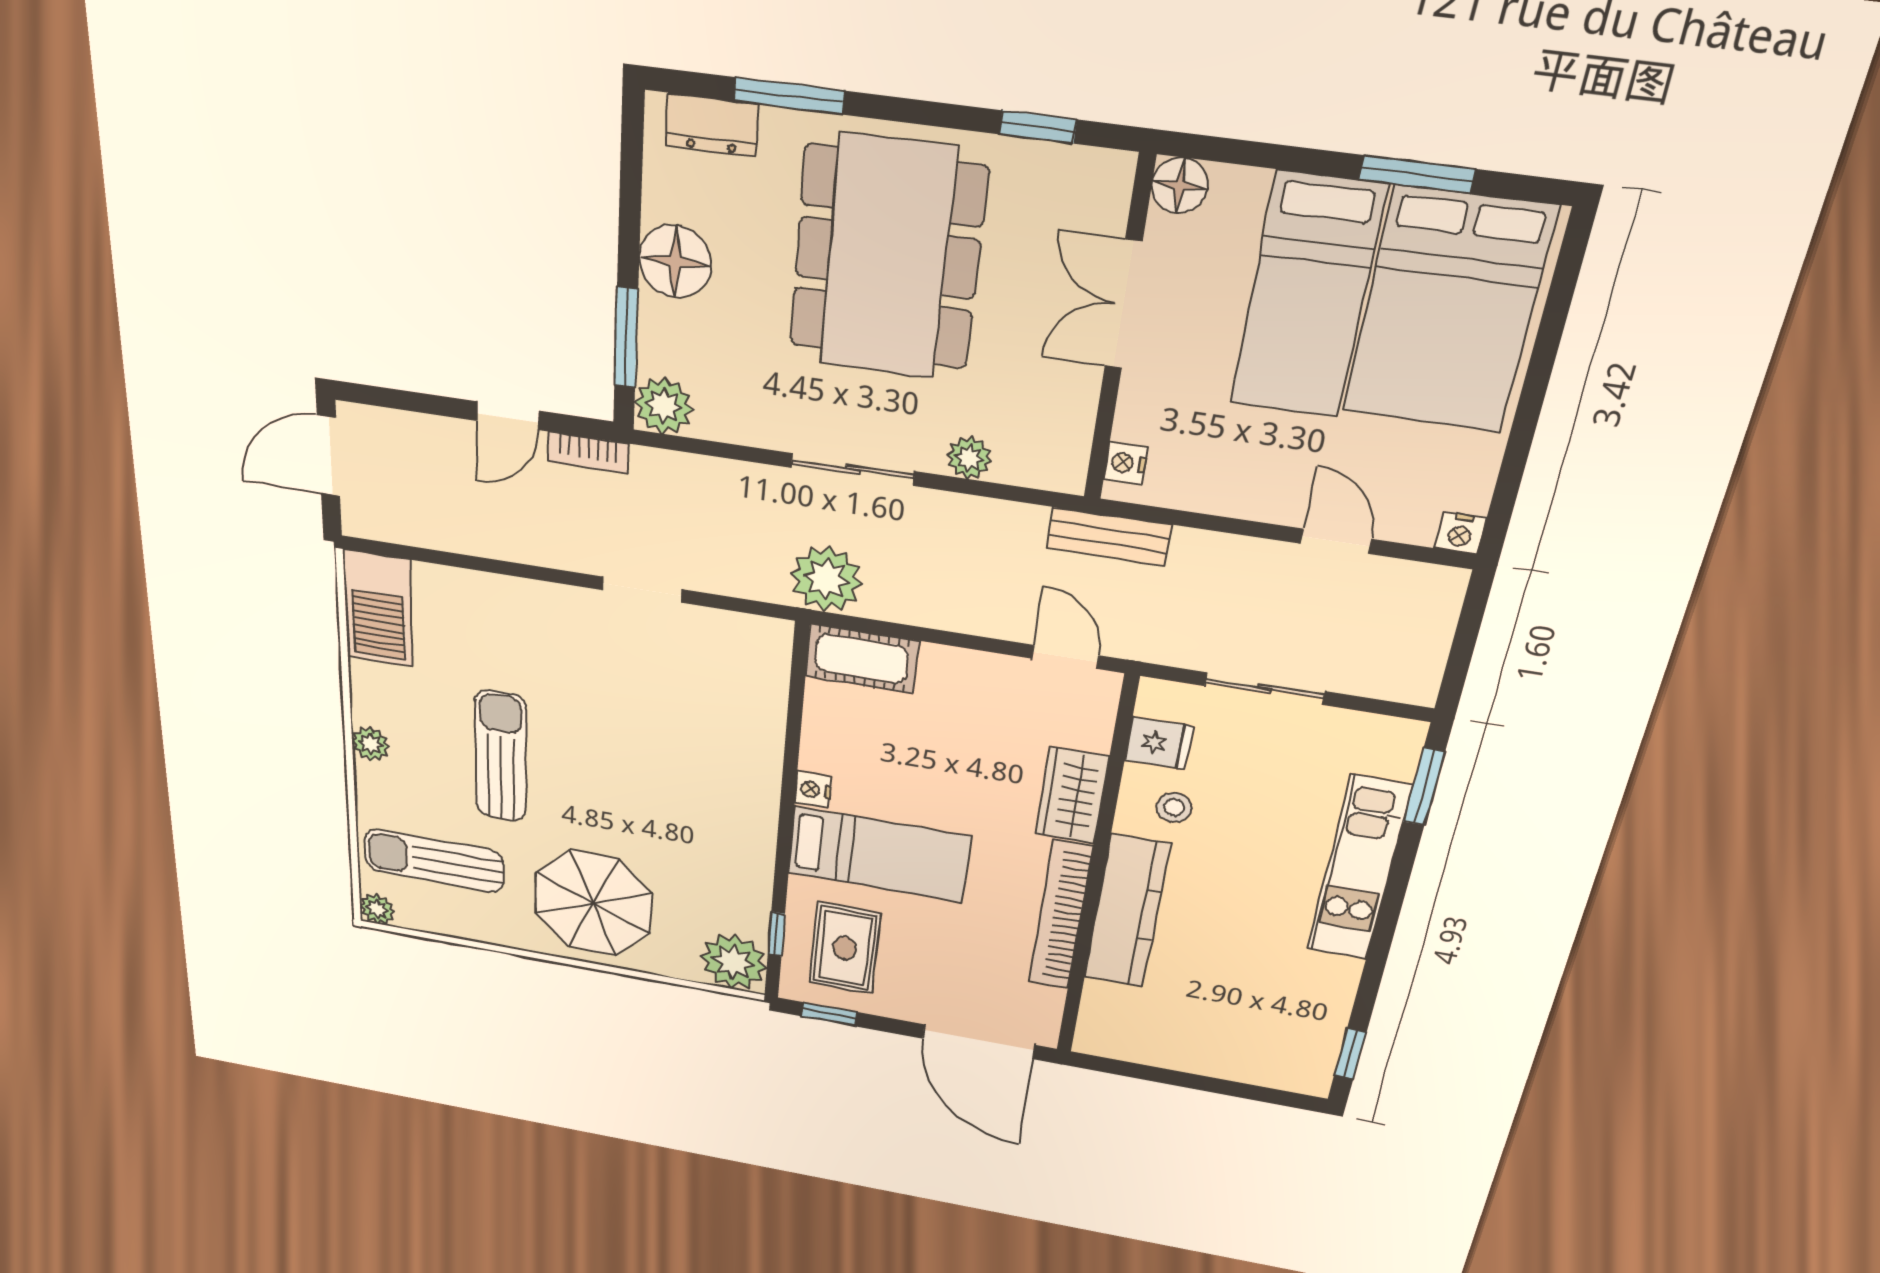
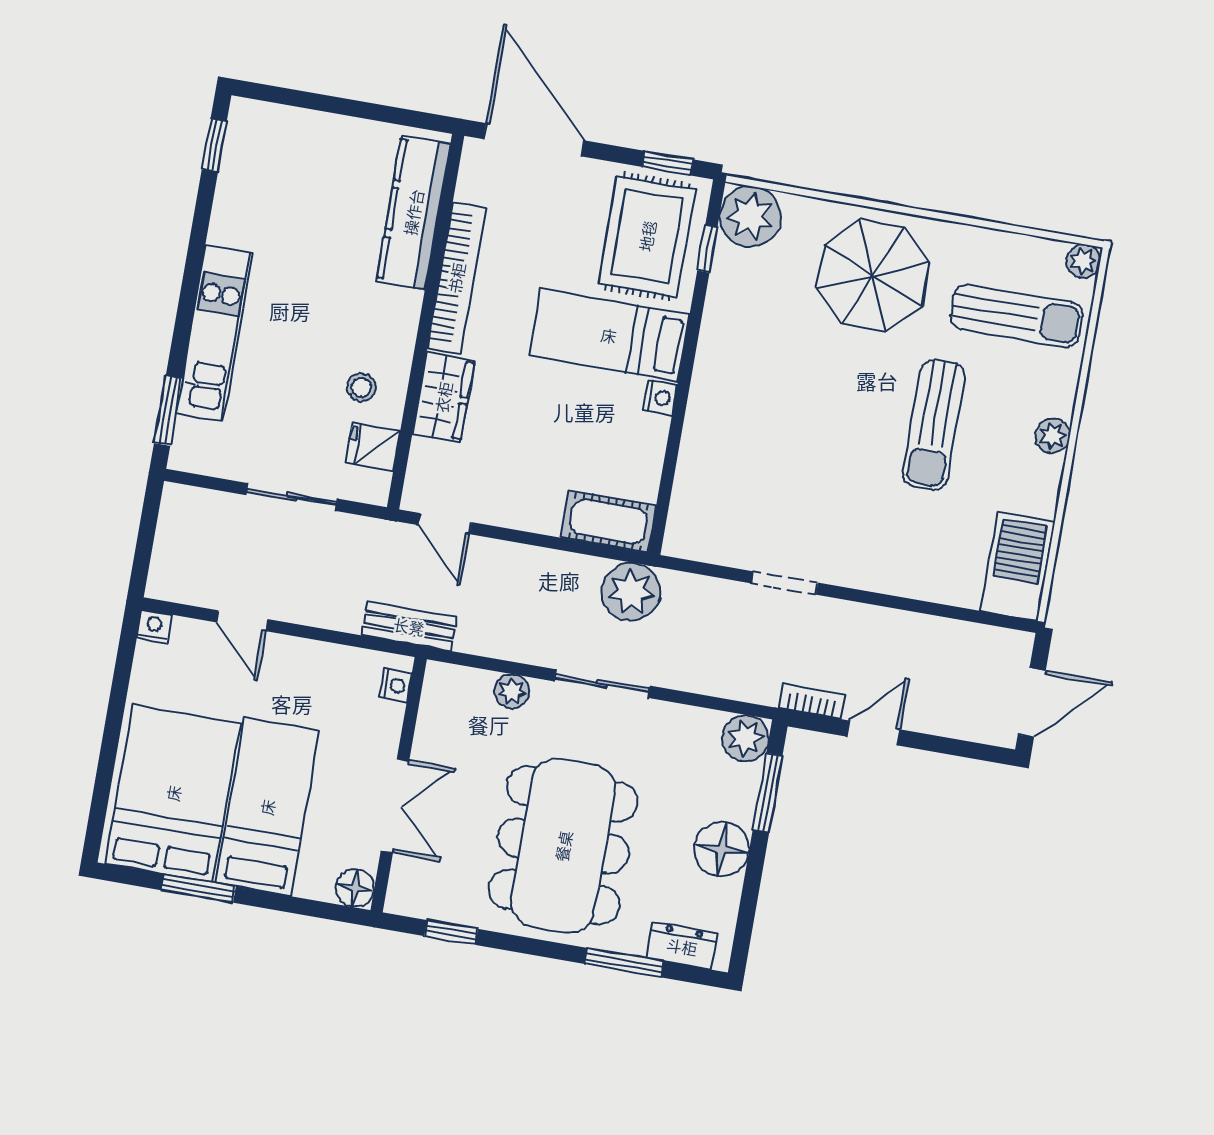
kitchen counter: (1127, 911) -> (413, 212), moved
rug: (845, 948) -> (647, 236), width x1.36, depth x1.43

